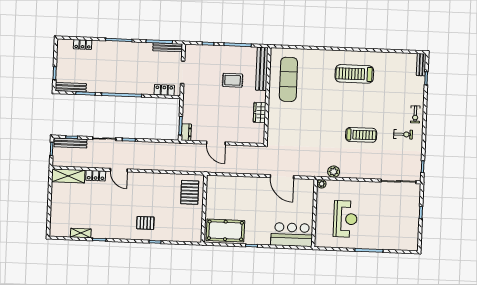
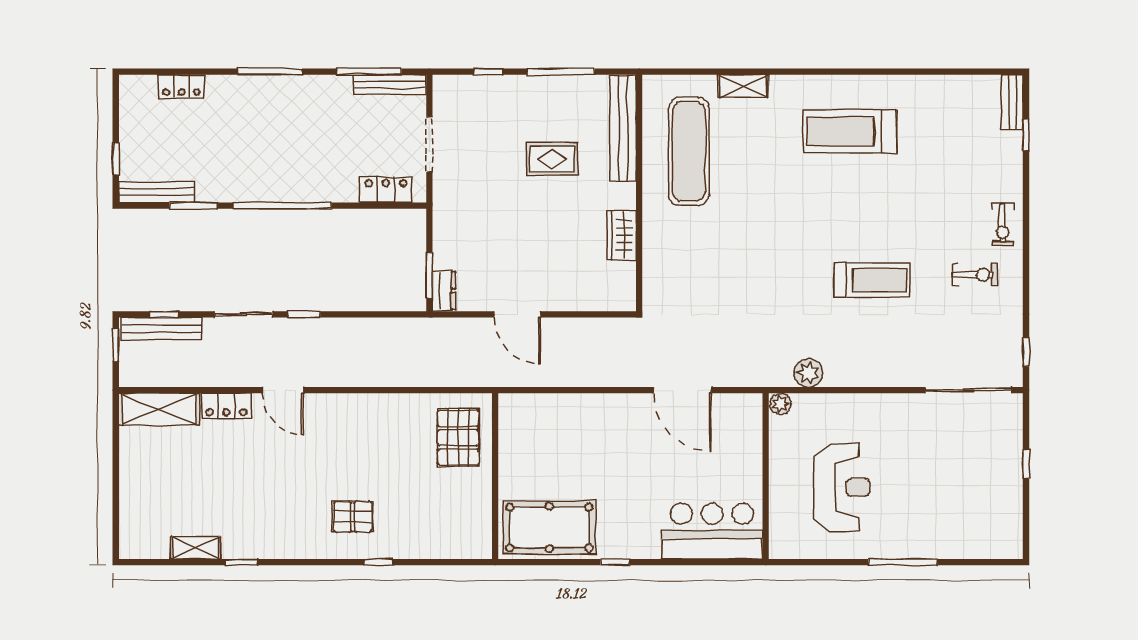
shelving: (312, 54) -> (743, 86), added

